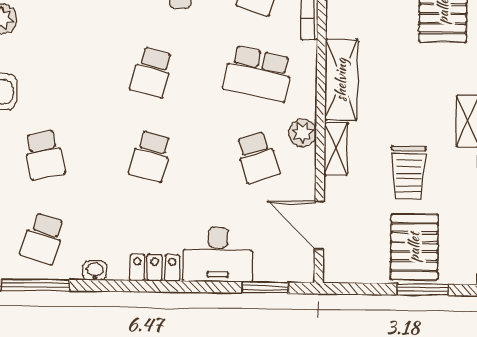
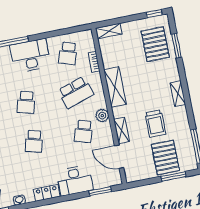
school desk: (258, 74) -> (76, 92), turned -30
shelving: (336, 149) -> (122, 130), moved
school desk: (257, 157) -> (84, 131), turned 36

